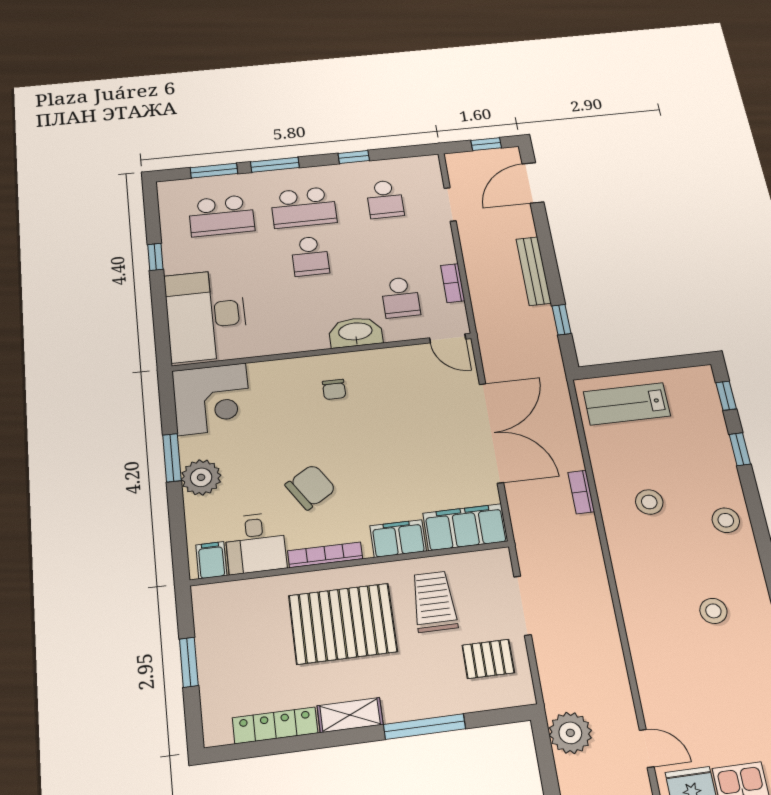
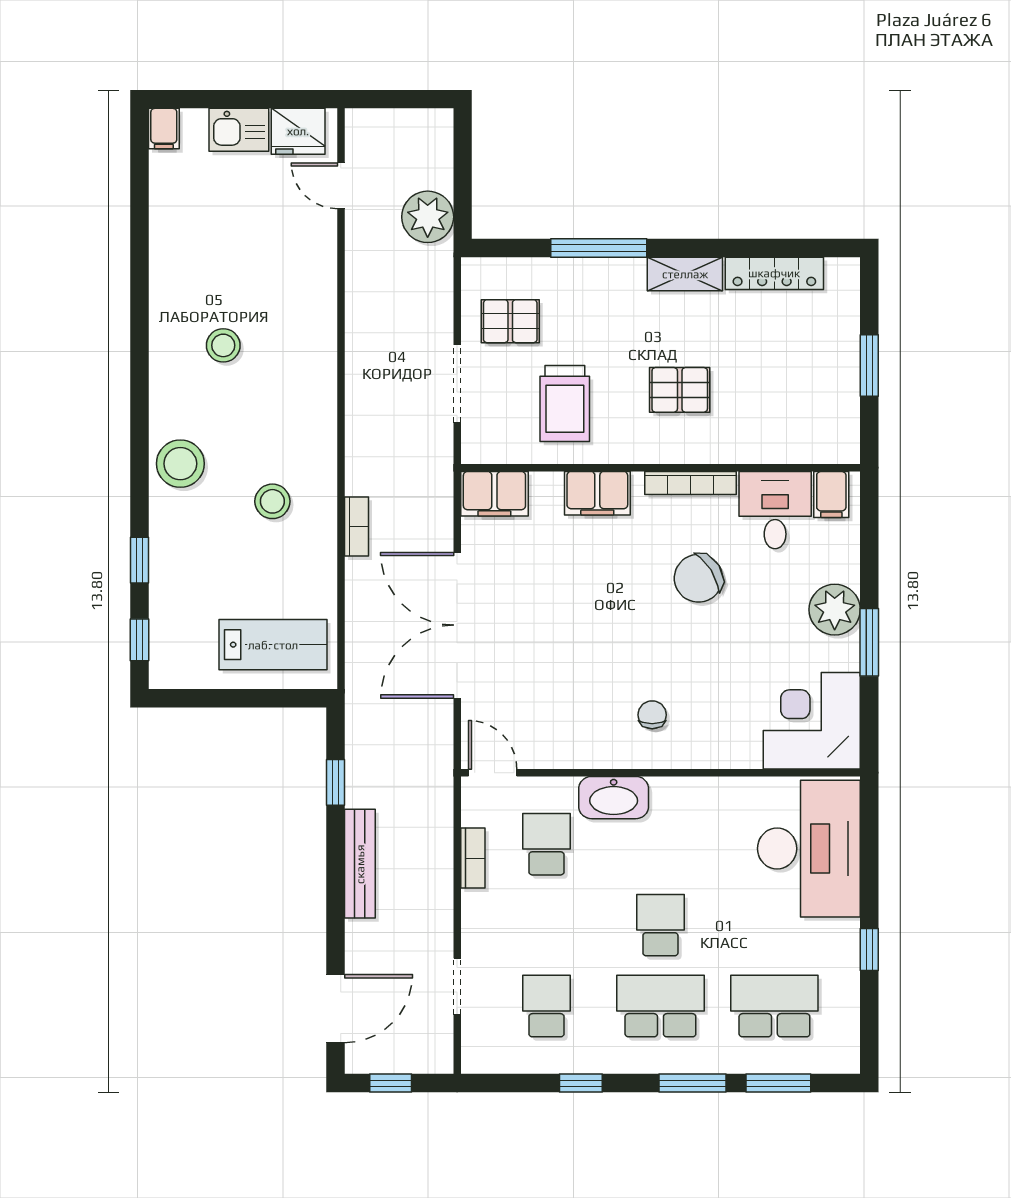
stool: (726, 520) -> (180, 464), width x1.38, depth x1.38
filing cabinet: (465, 527) -> (494, 494), width x0.67, depth x0.86
pallet: (343, 624) -> (680, 390), width x0.49, depth x0.50

